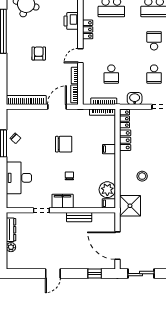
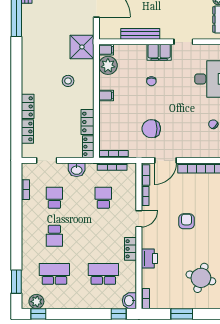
armchair: (39, 53) -> (186, 221), turned 180
chair: (64, 144) -> (151, 129), moved
filing cabinet: (109, 149) -> (106, 96), moved
bench: (79, 217) -> (140, 34), width x1.36

